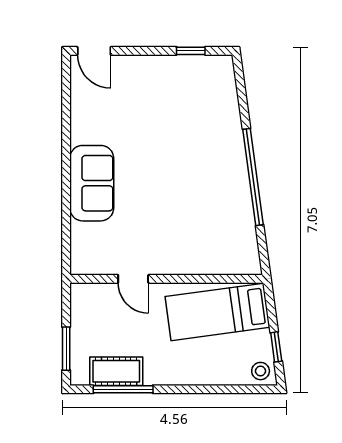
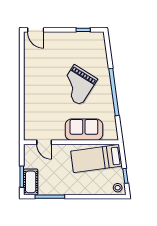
grand piano: (179, 163) -> (78, 85), added
sofa: (92, 183) -> (84, 130), moved, turned -90
door: (133, 279) -> (44, 142), moved
cot: (116, 371) -> (31, 182), moved, turned 90

